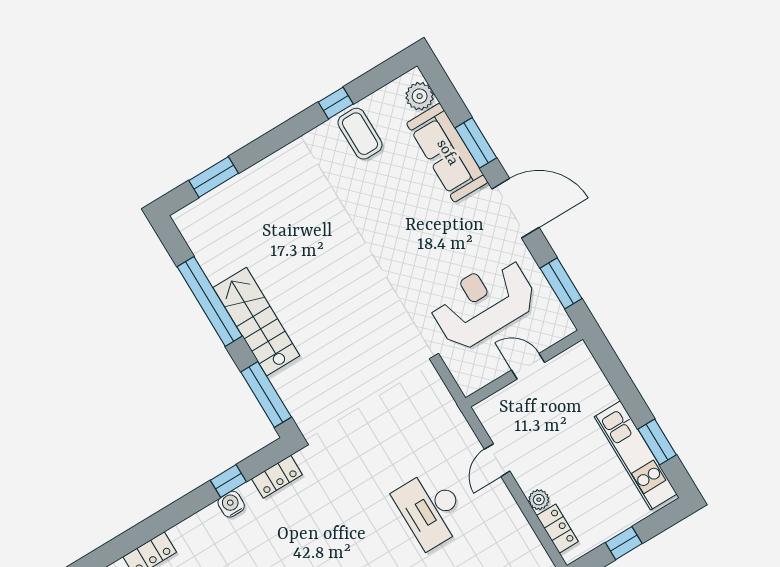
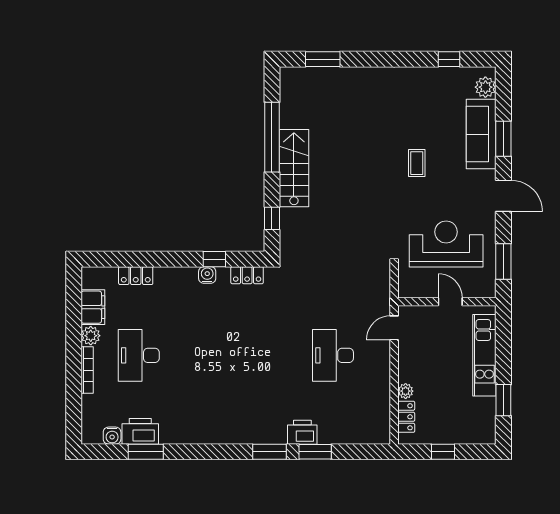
window: (336, 103) -> (449, 59), moved
coffee table: (360, 134) -> (417, 163), moved, width x0.73, depth x0.77
door: (516, 208) -> (503, 196), width x0.73
window: (266, 395) -> (272, 218), width x0.46
kitchen unit: (636, 455) -> (484, 355), moved
door: (497, 460) -> (394, 328), moved

